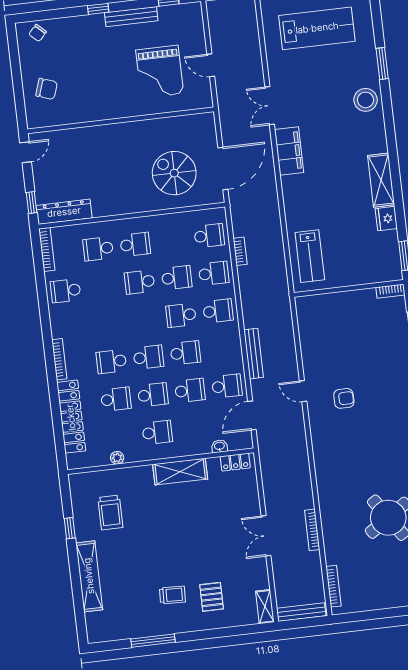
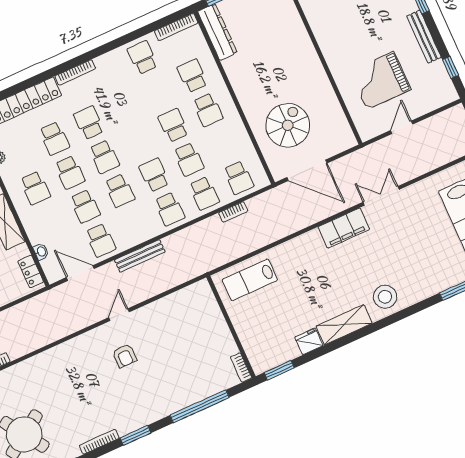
stool: (366, 100) -> (385, 297), moved

